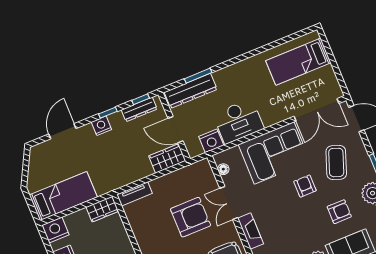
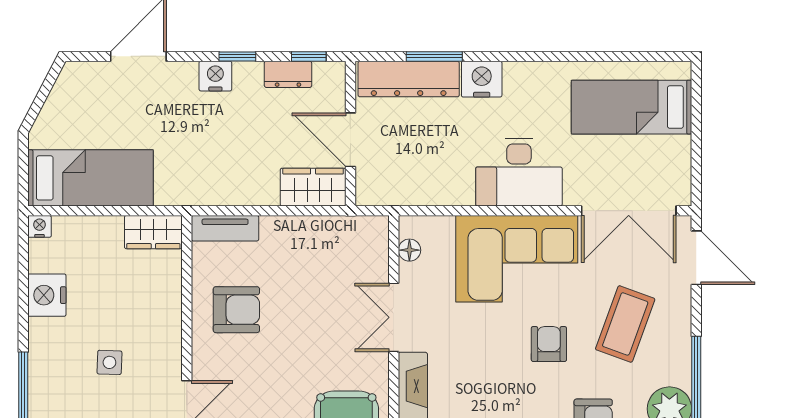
dresser: (139, 109) -> (288, 74), width x0.70
desk: (238, 121) -> (519, 172), moved
nightstand: (211, 141) -> (482, 79), moved, turned 180
armchair: (191, 217) -> (236, 310), moved, width x0.73, depth x0.73
nightstand: (55, 230) -> (39, 226), width x0.53, depth x0.56

